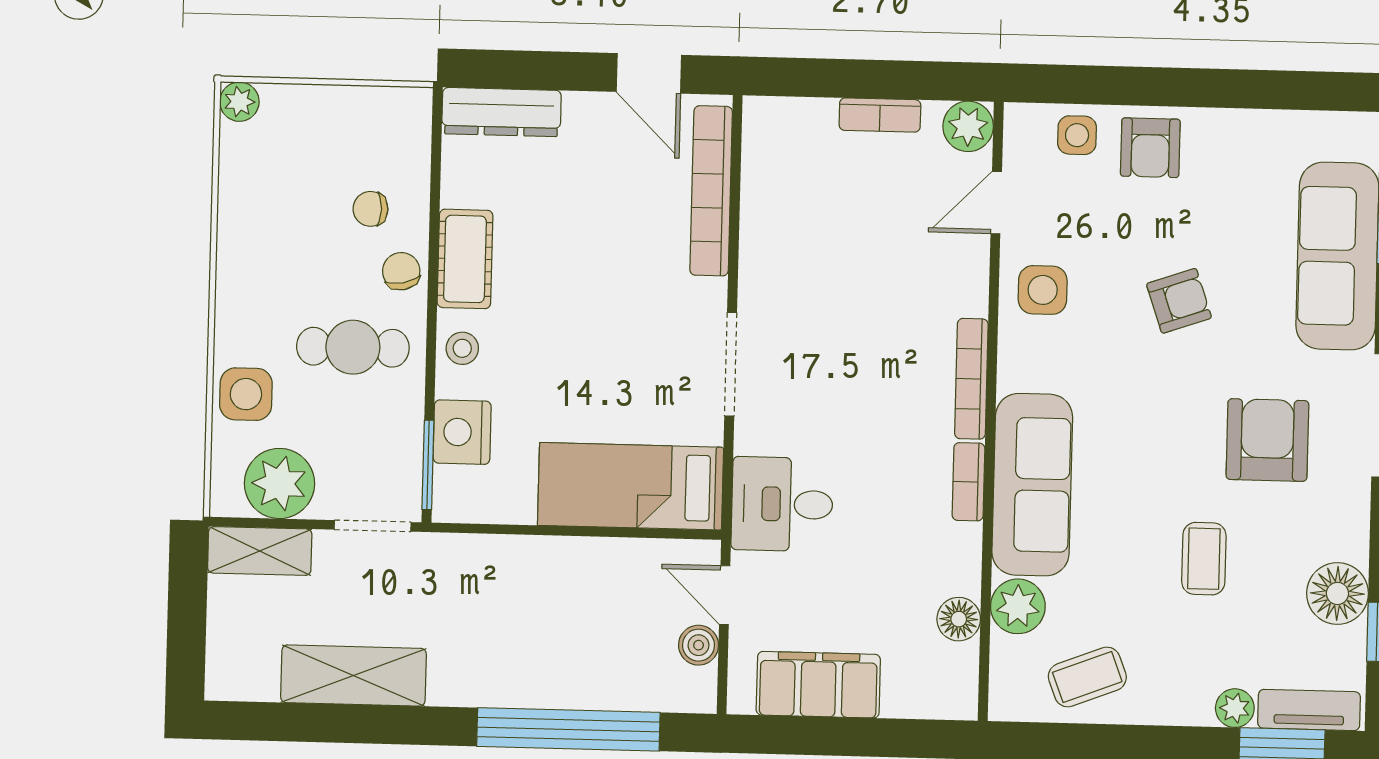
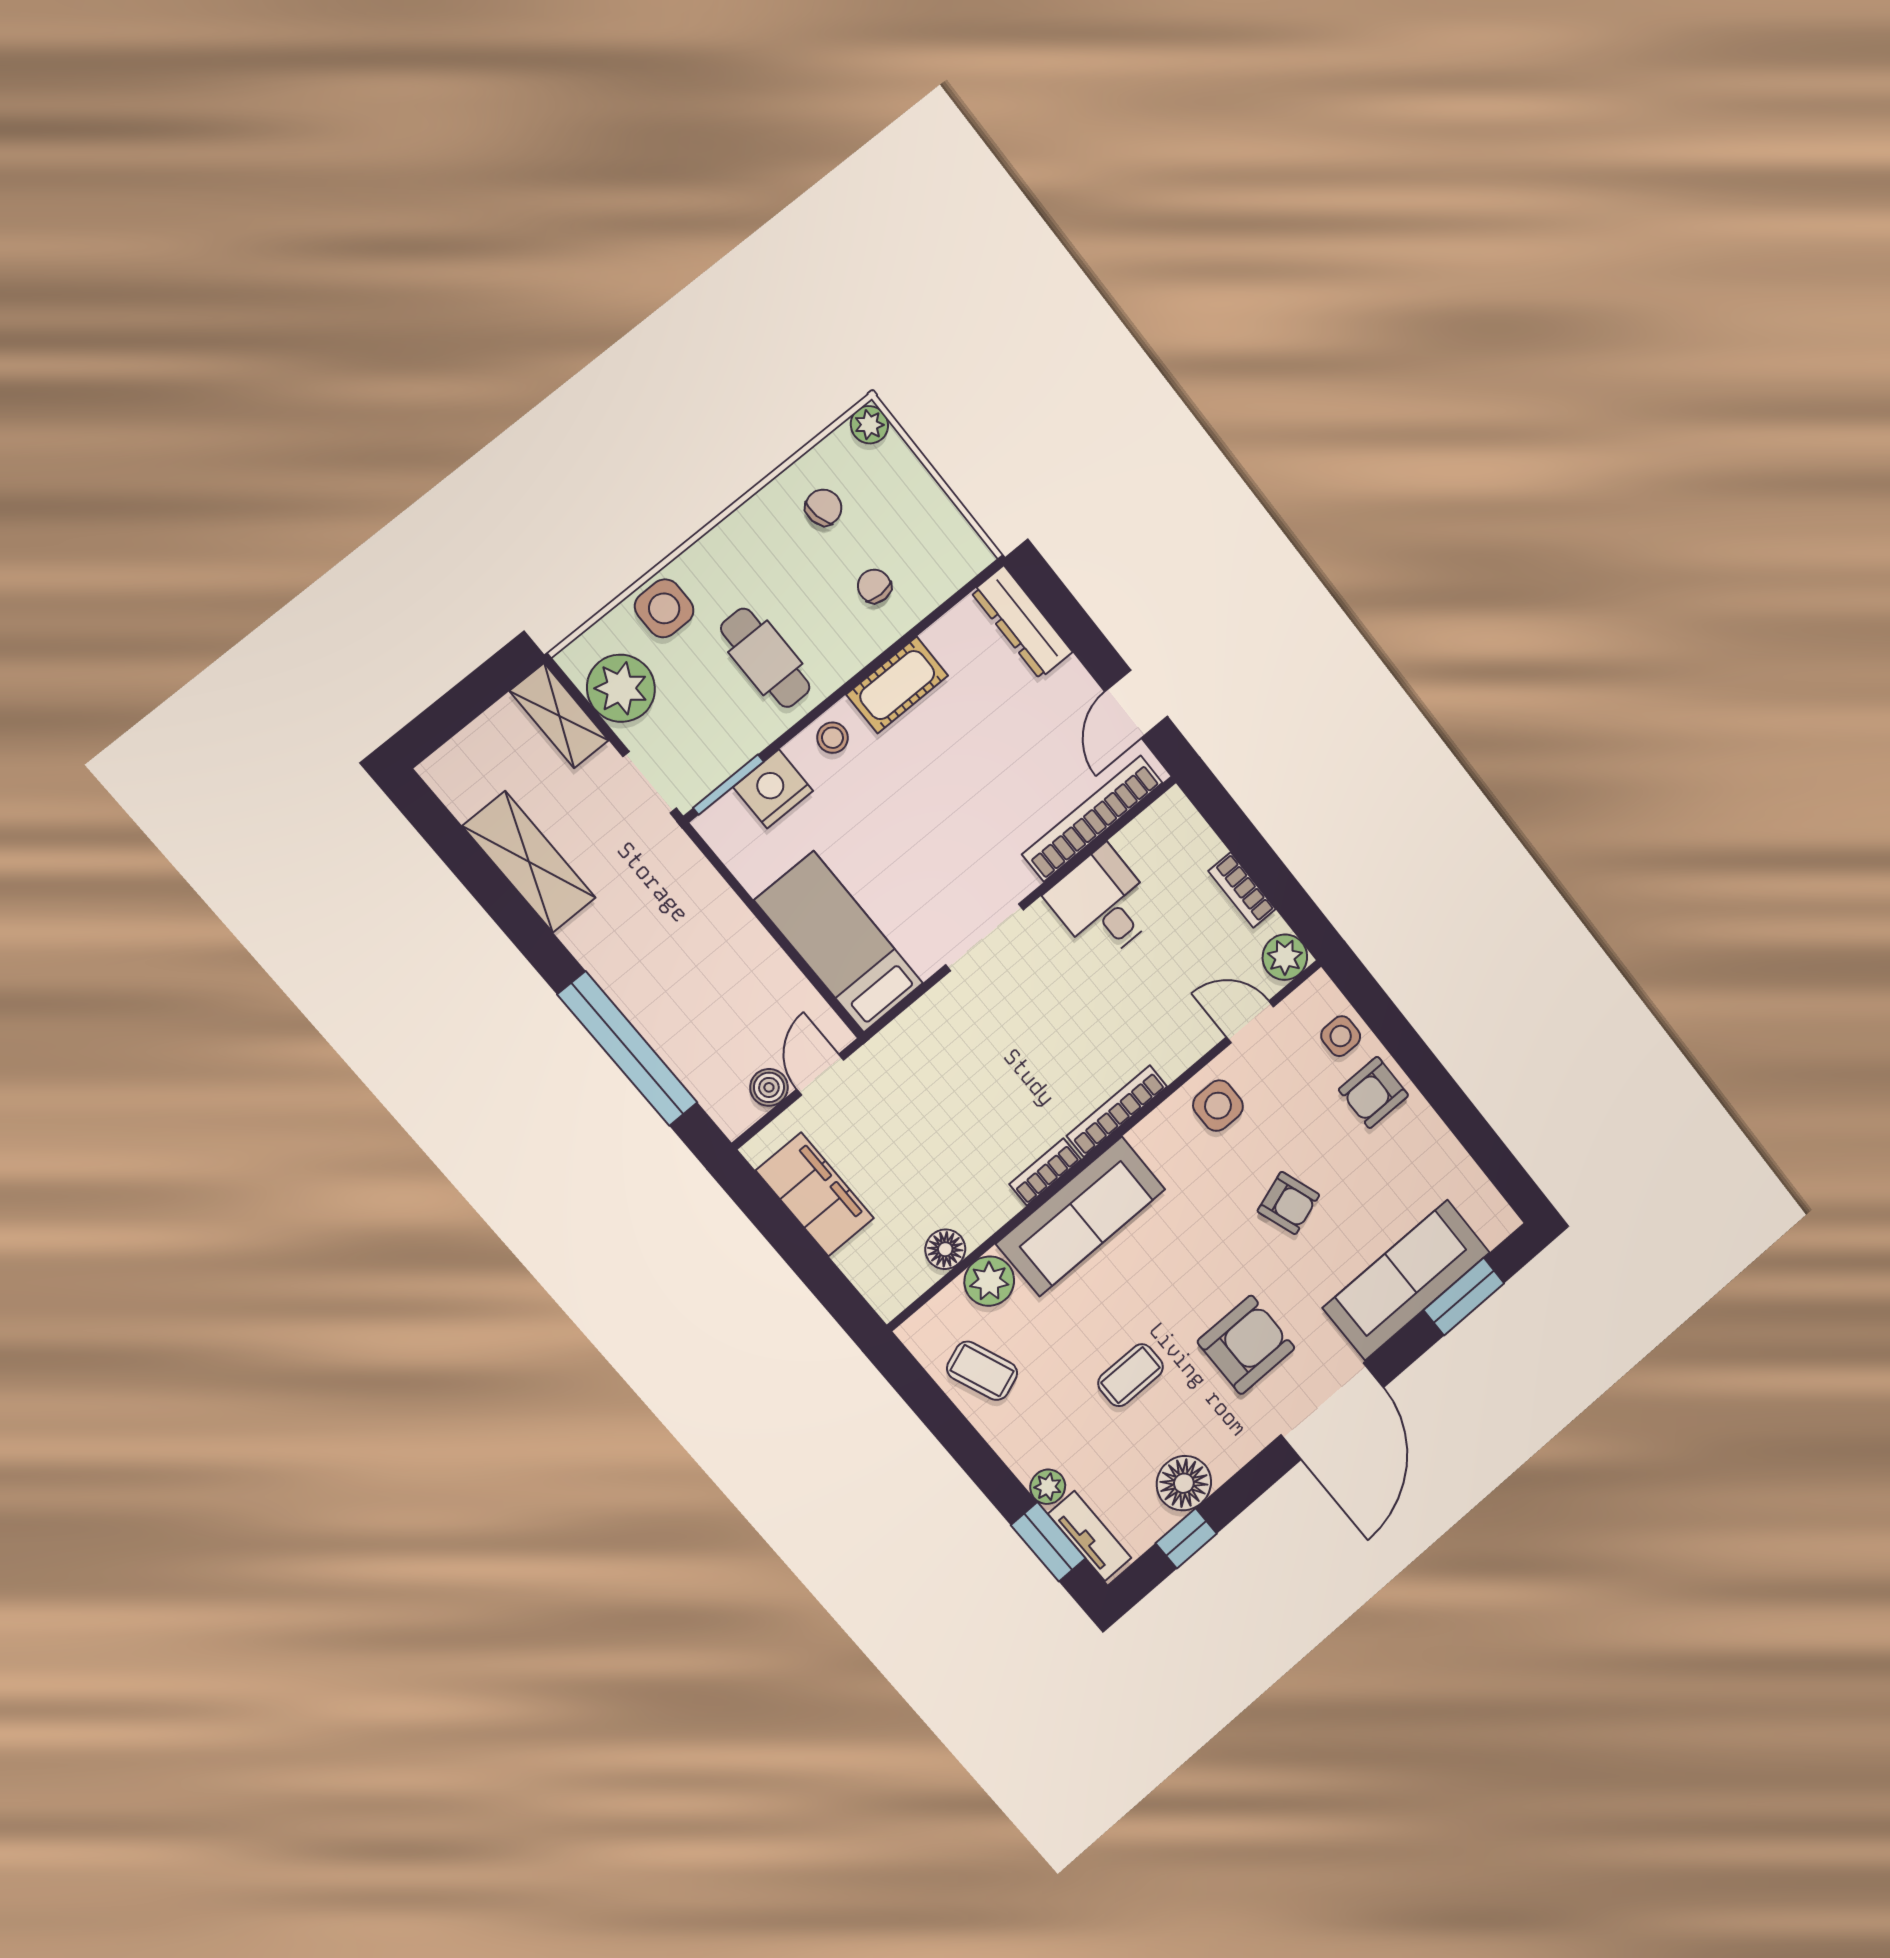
chair: (401, 271) -> (824, 507), moved
desk: (782, 504) -> (1103, 904), moved

